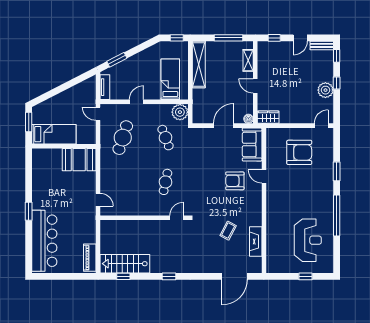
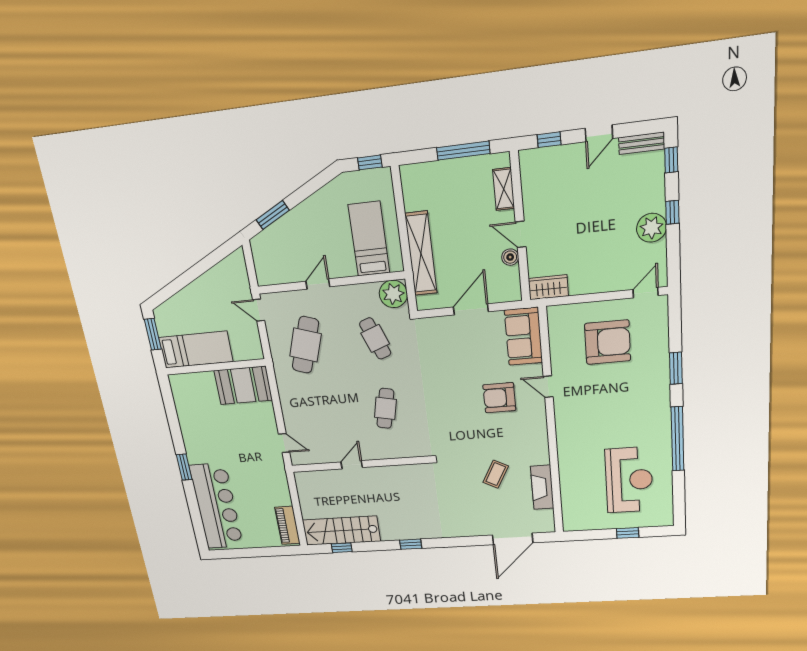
shelving: (199, 64) -> (421, 254), moved
tv unit: (105, 87) -> (262, 265), removed
boiler: (248, 119) -> (510, 257), moved
door: (177, 218) -> (352, 465), moved

